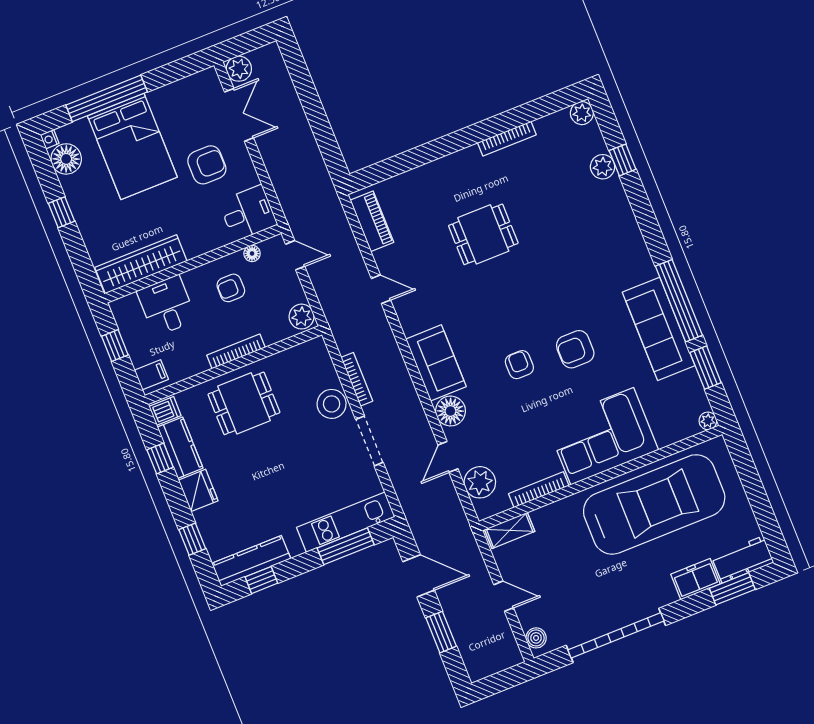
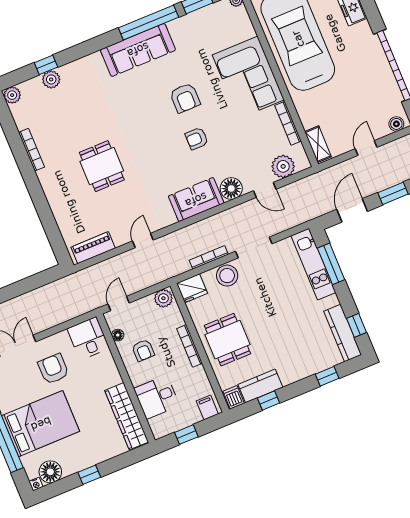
sofa: (659, 329) -> (138, 50), moved
fridge: (198, 490) -> (192, 288), moved, turned 180

